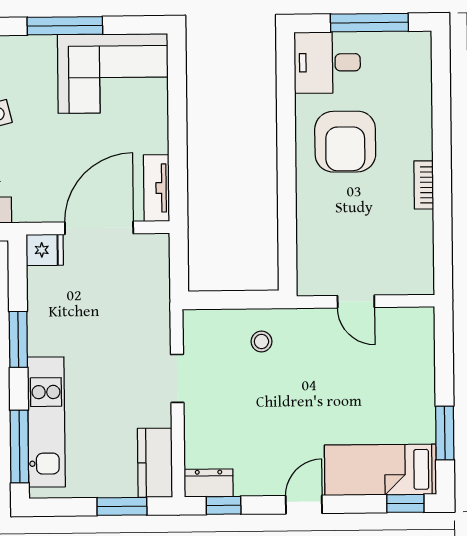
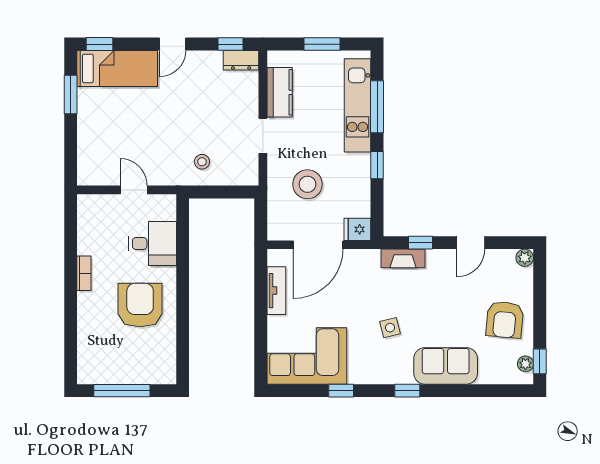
window: (65, 26) -> (341, 391), width x0.46
desk: (327, 62) -> (152, 244), moved
tv unit: (157, 188) -> (276, 291), moved
stool: (115, 312) -> (308, 184), added
window: (18, 339) -> (377, 165), width x0.67
window: (19, 446) -> (377, 107), moved
kitchen counter: (155, 463) -> (280, 92), moved
window: (122, 506) -> (322, 44), moved

